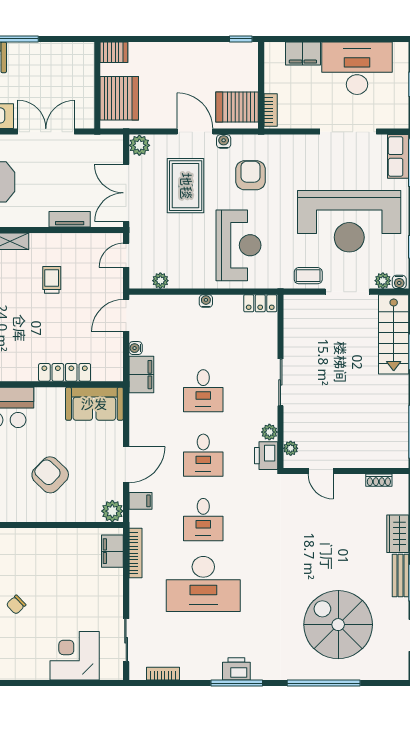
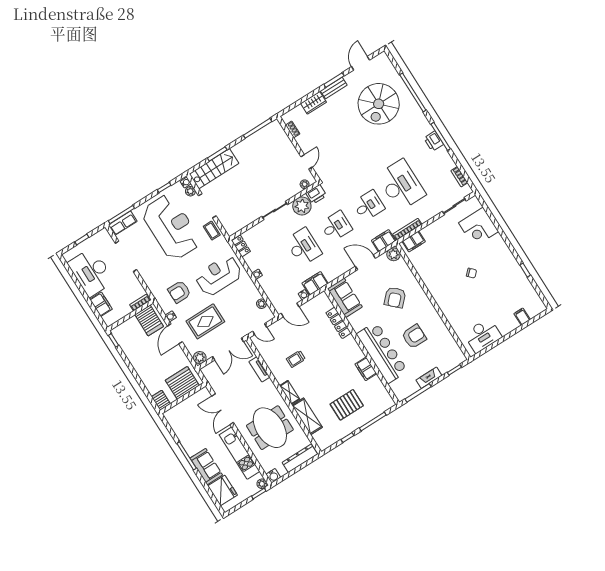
desk: (203, 391) -> (303, 247), width x1.37
plant: (269, 432) -> (302, 206), width x1.87, depth x1.87
filing cabinet: (140, 501) -> (384, 241), width x2.00

